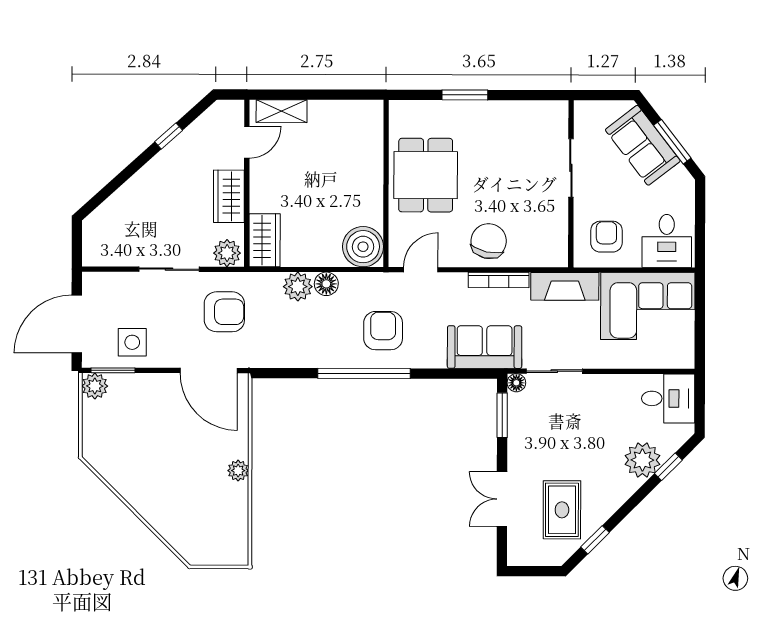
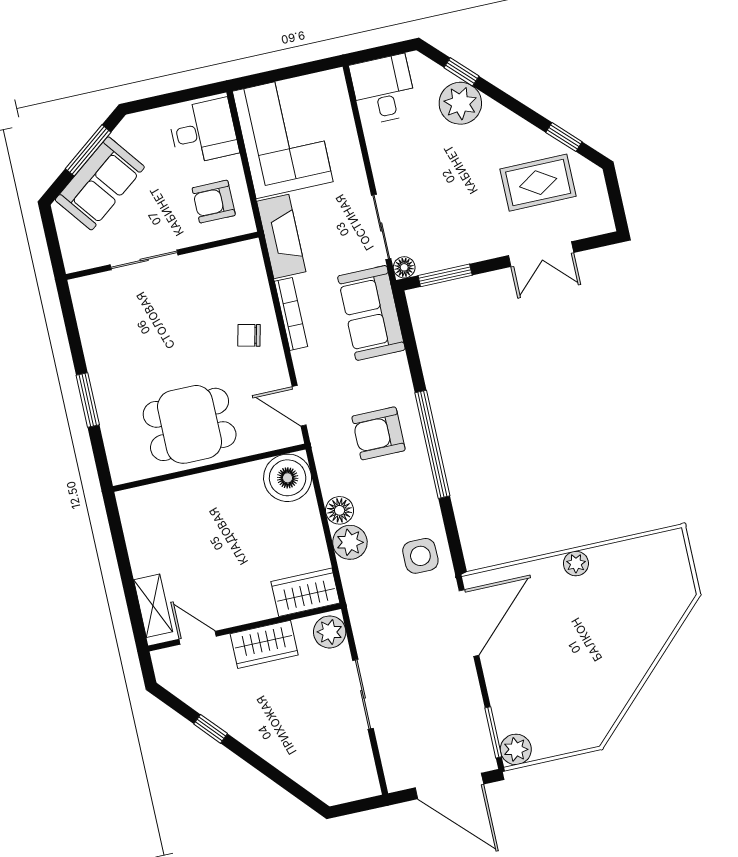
chair: (489, 241) -> (249, 335), width x0.54, depth x0.54
armchair: (224, 312) -> (398, 620), removed
side table: (132, 342) -> (420, 556), moved

